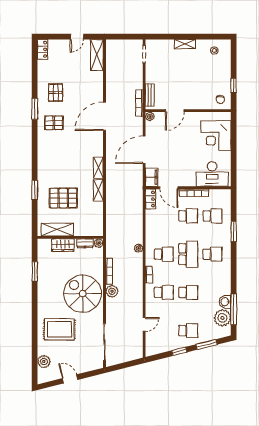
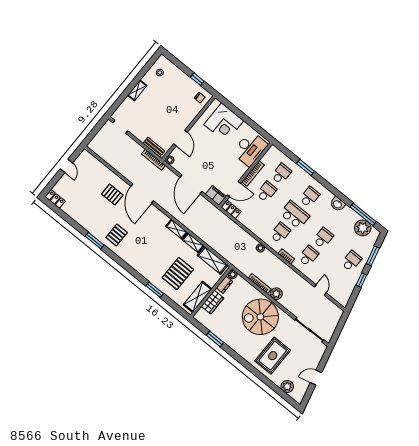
shelving: (97, 55) -> (212, 260), moved
pallet: (56, 93) -> (112, 194), moved
washbasin: (225, 302) -> (338, 204), moved

